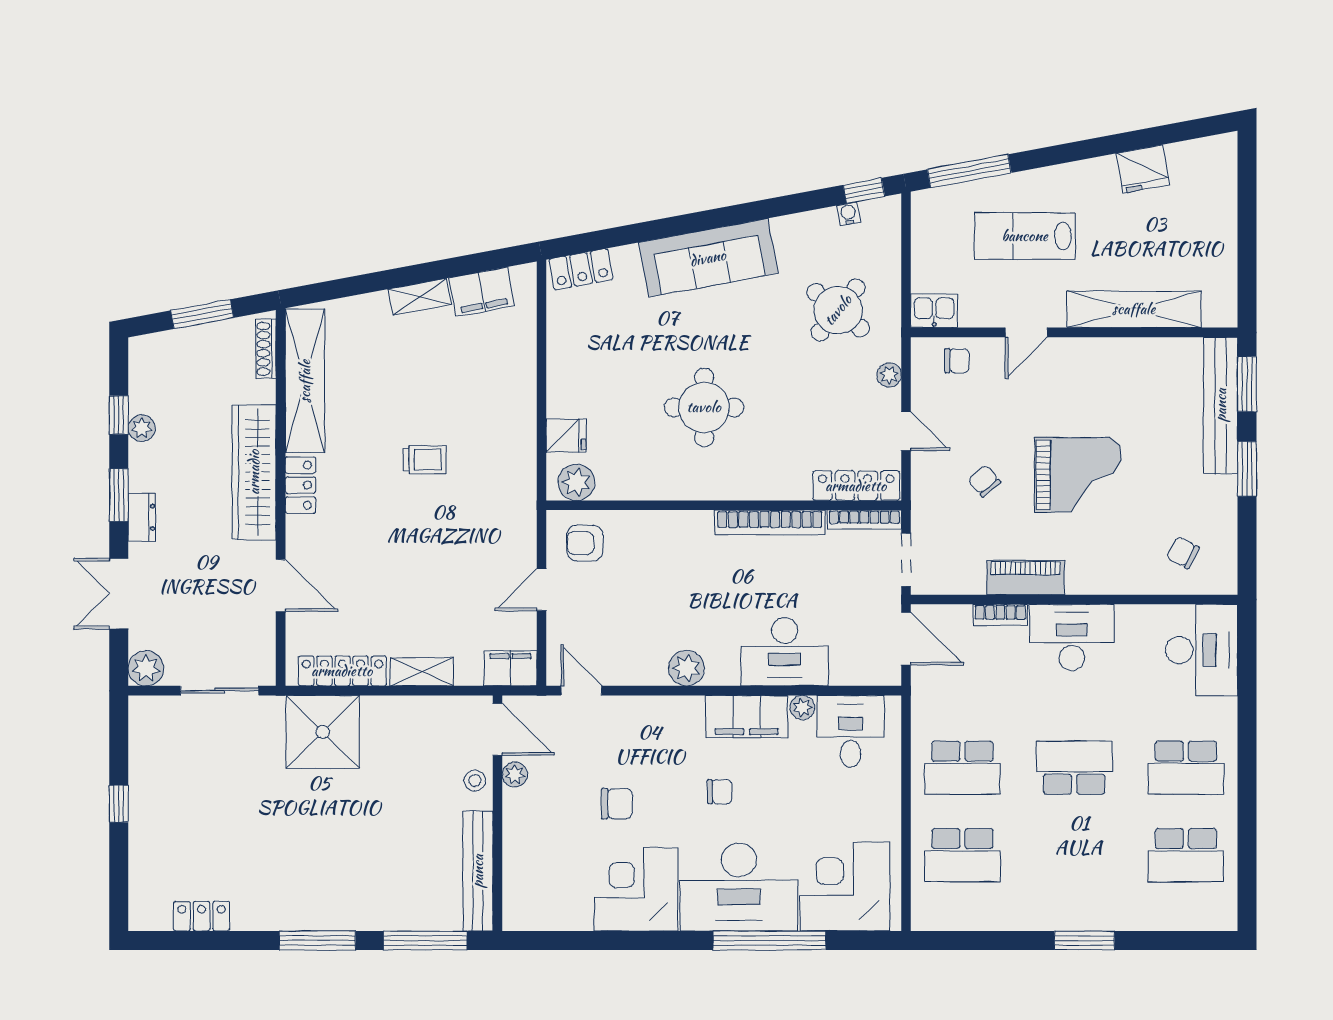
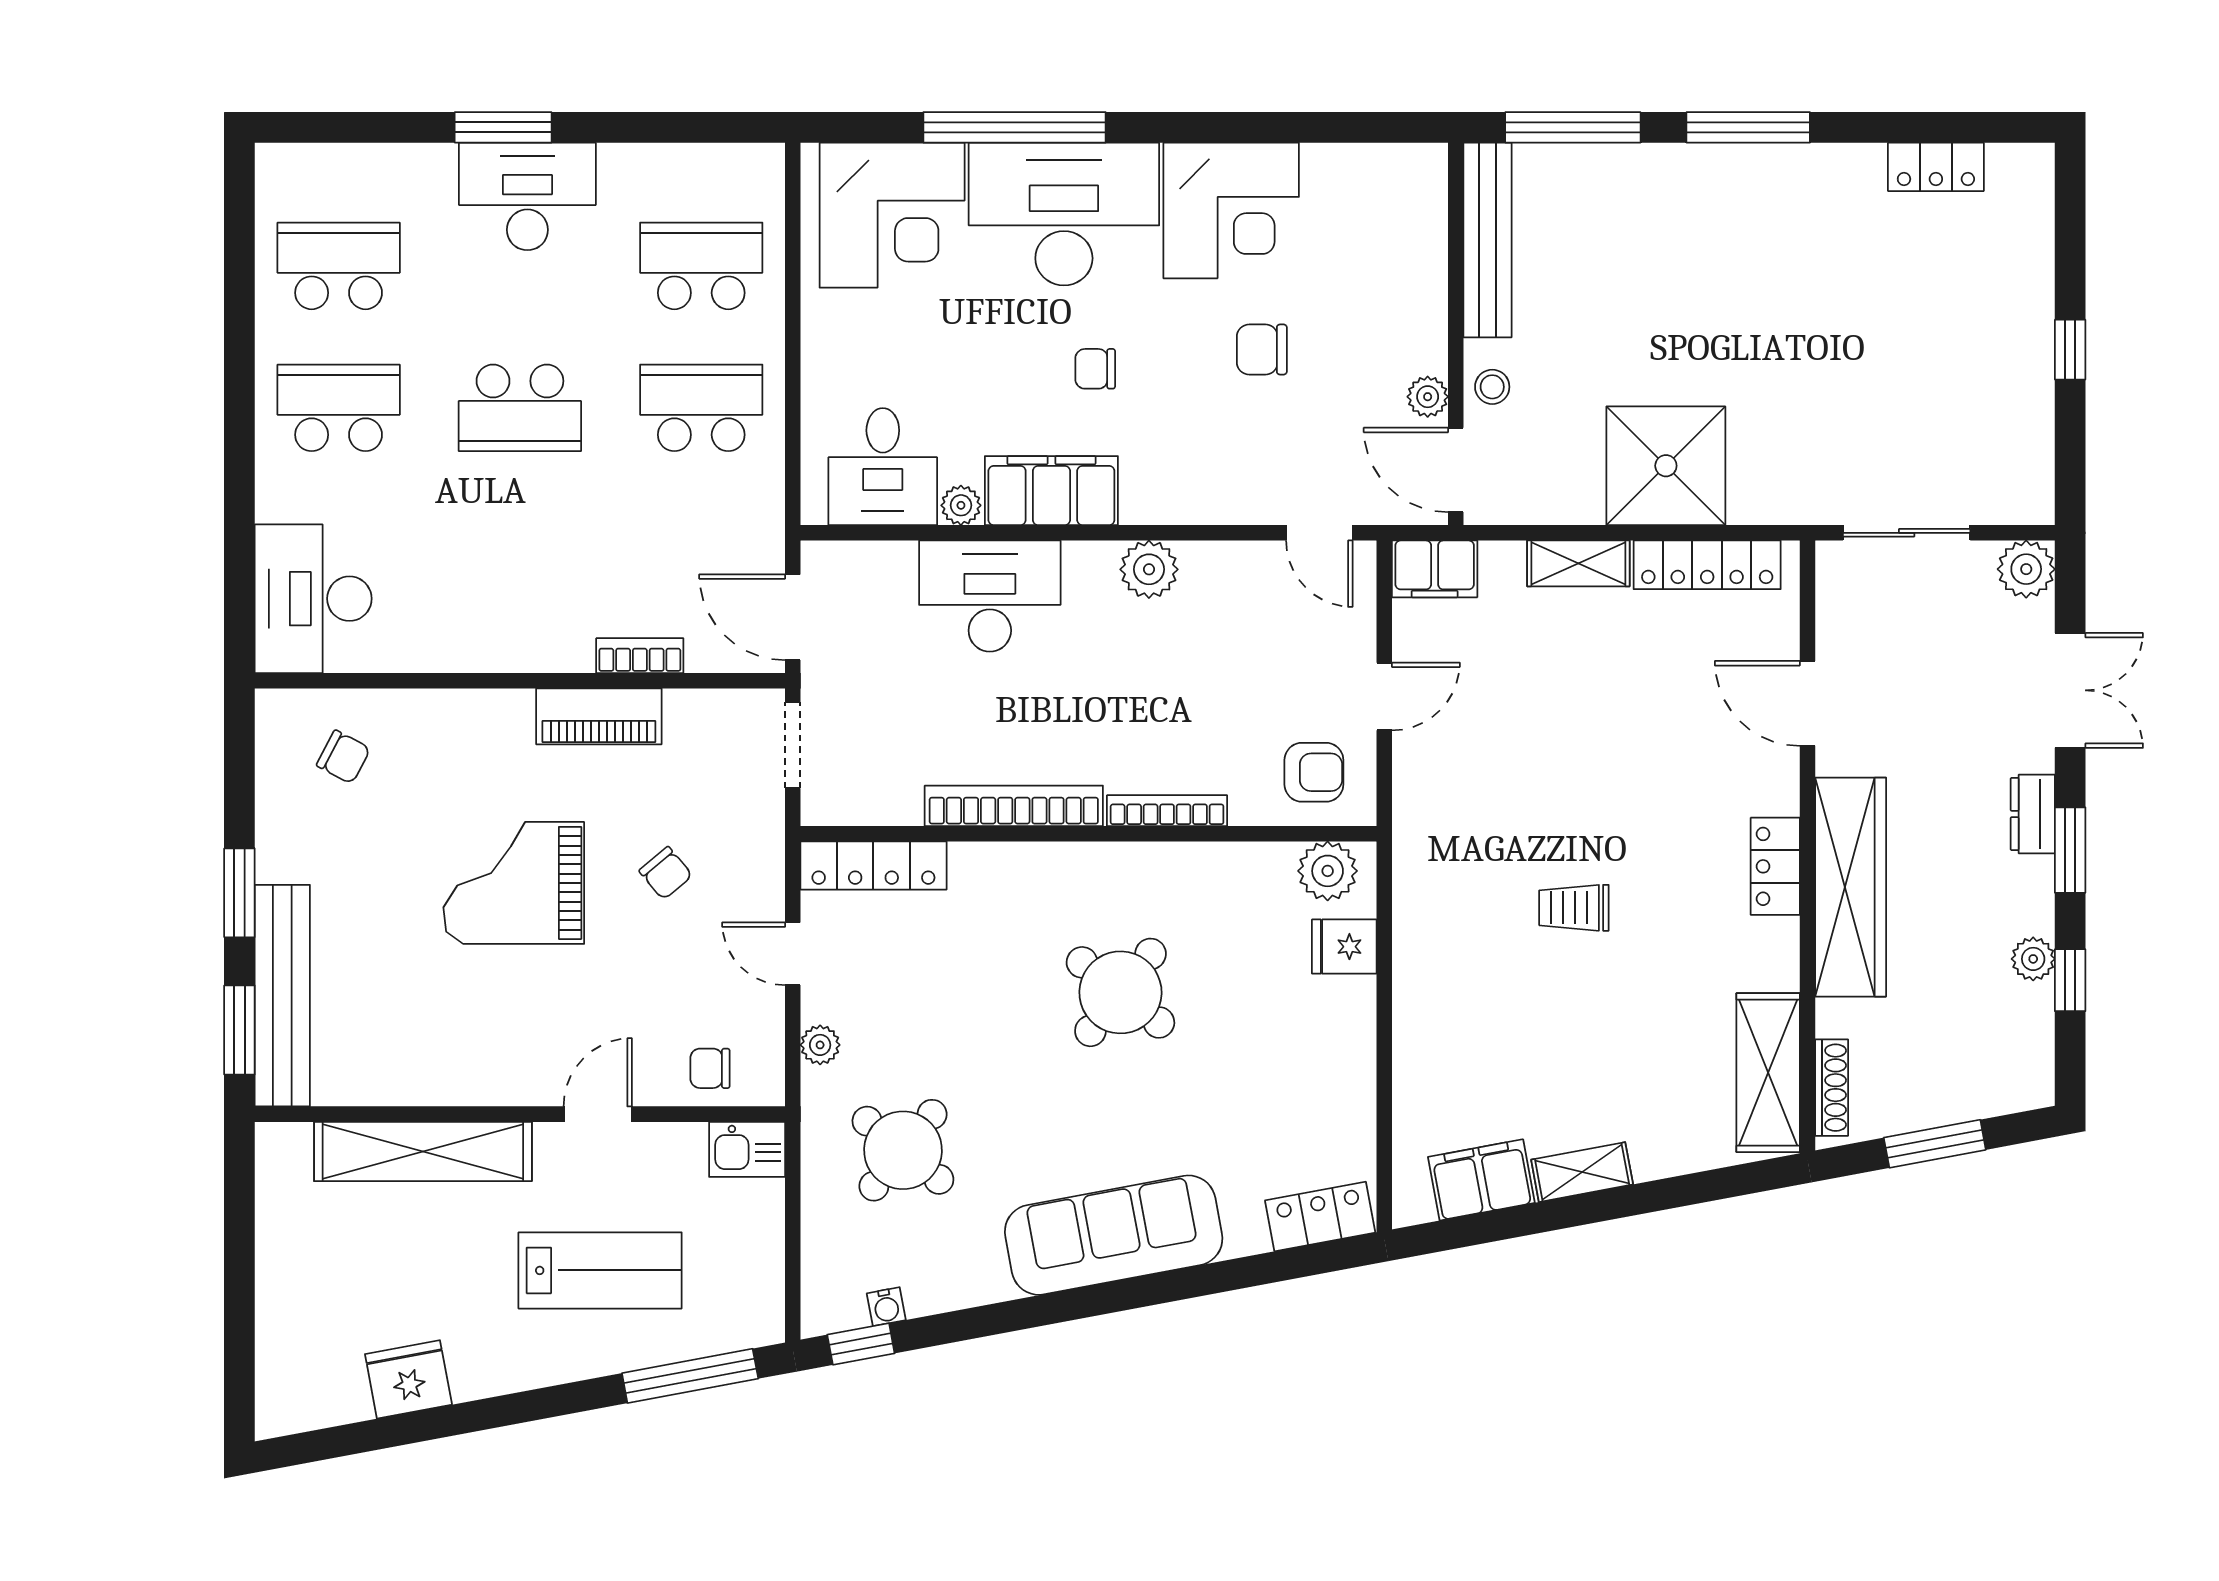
shelving: (305, 381) -> (1768, 1073), width x0.68
round table: (704, 407) -> (1120, 992), turned 38
bookcase: (864, 519) -> (1167, 811), moved
desk: (1072, 637) -> (527, 196), moved, turned 180
shower: (323, 732) -> (1666, 466), moved

